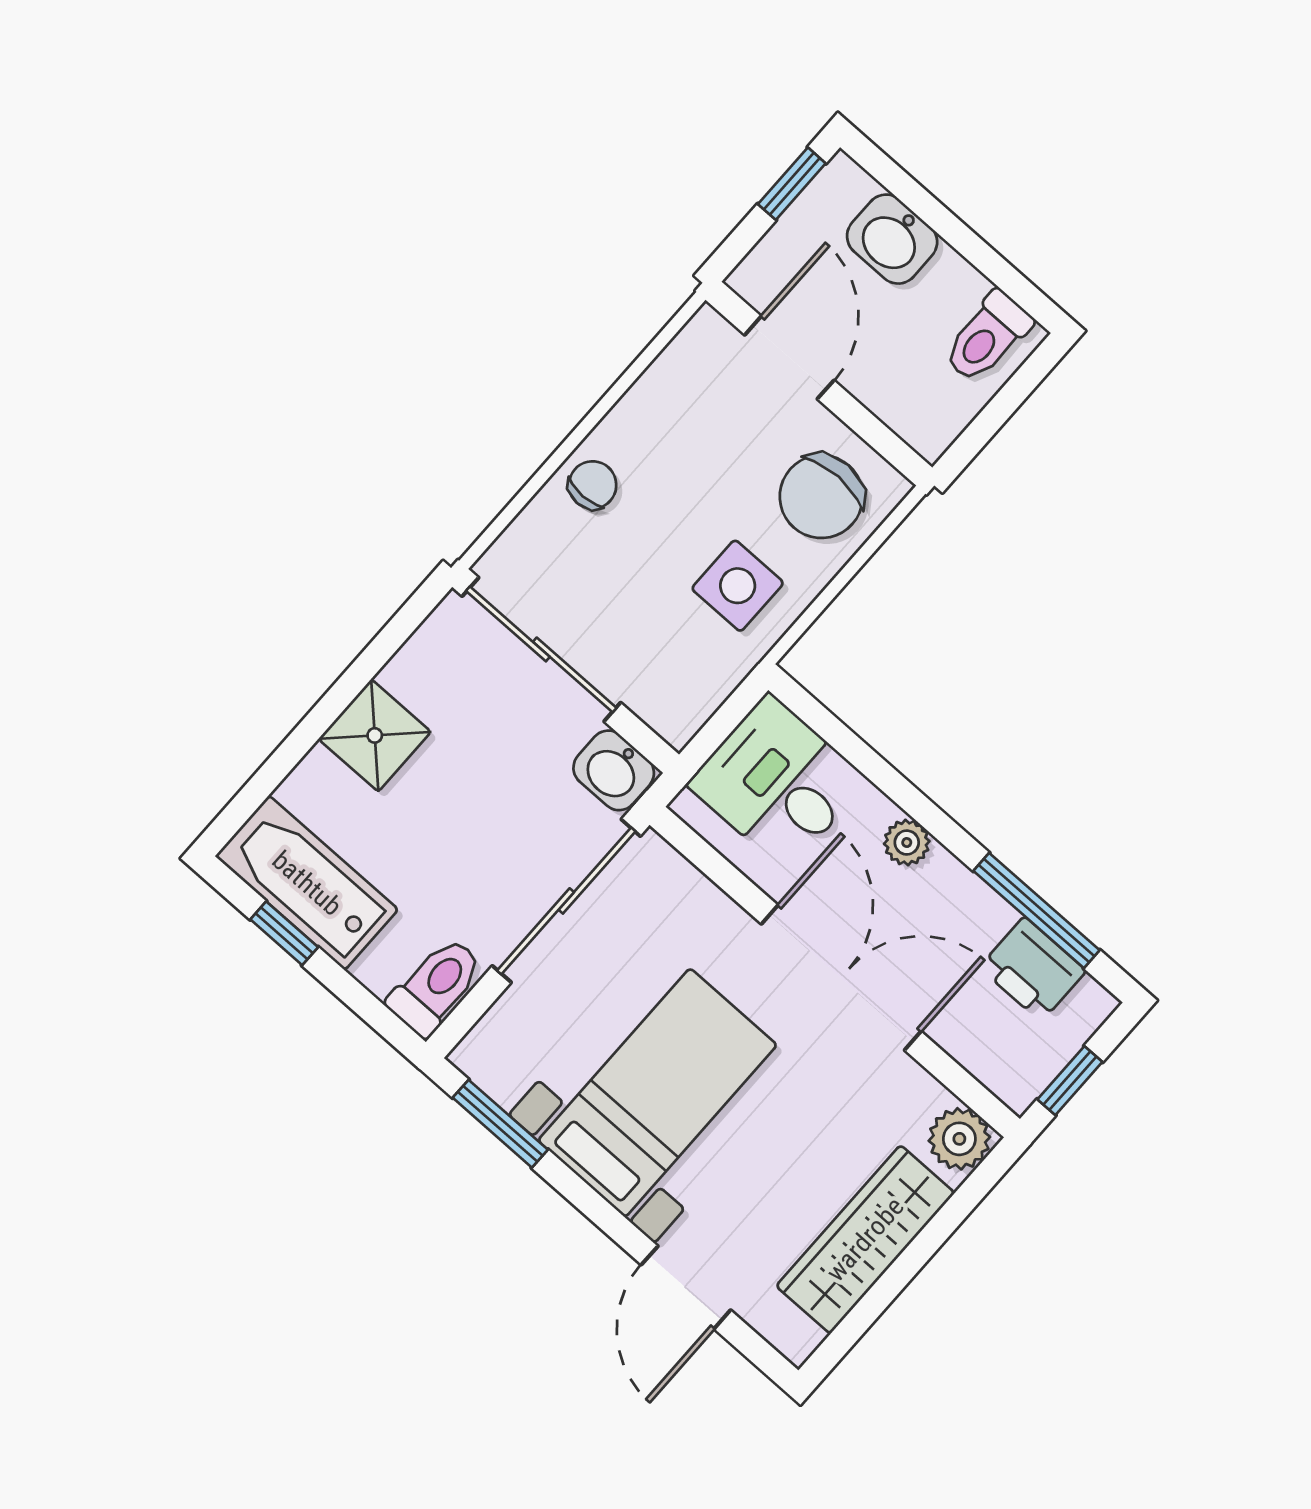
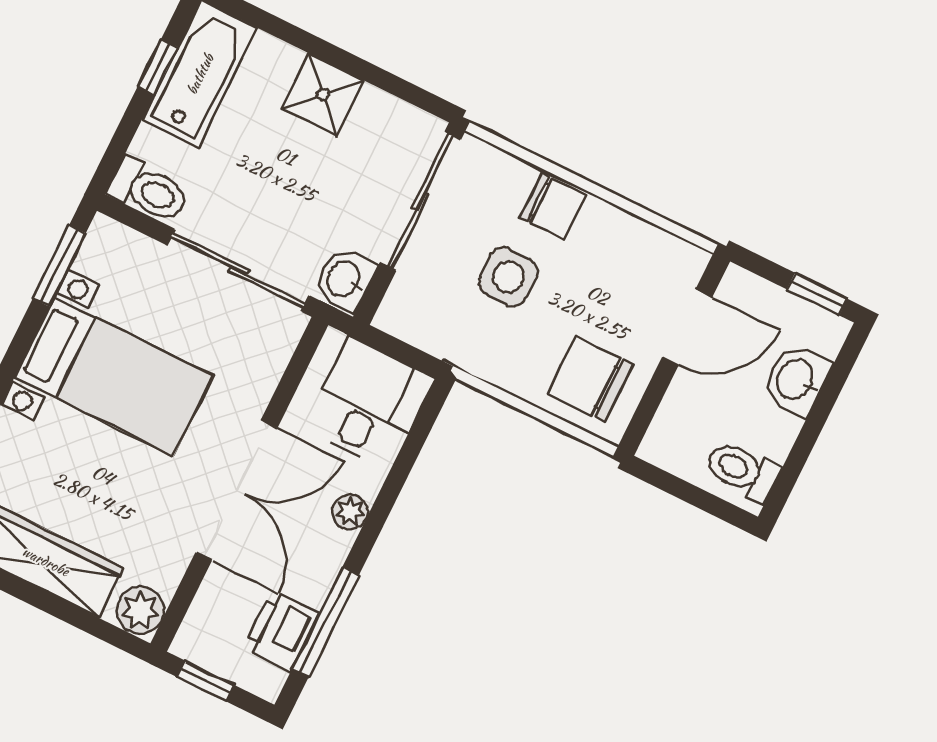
chair: (593, 485) -> (553, 206), width x1.37, depth x1.37
side table: (738, 586) -> (508, 277), moved

